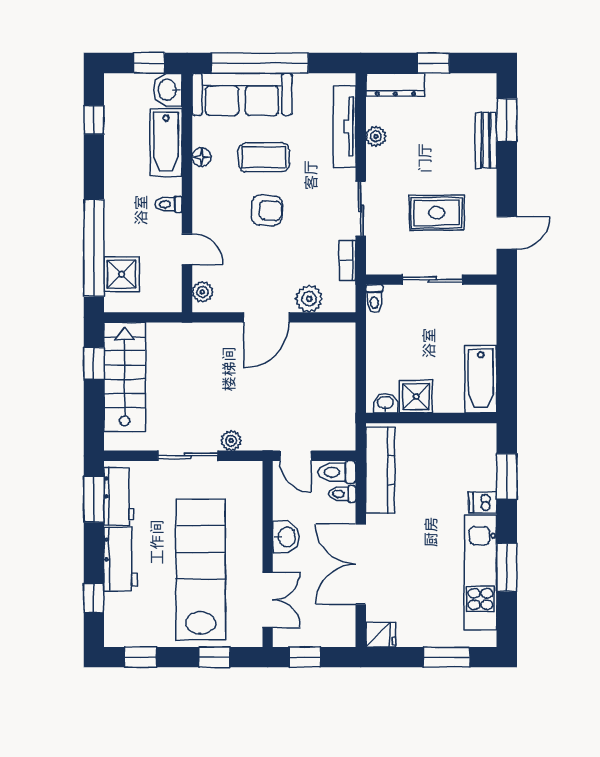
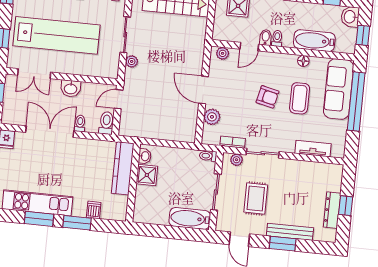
dresser: (395, 85) -> (332, 210), moved
washbasin: (168, 90) -> (350, 17), moved, turned -90
window: (507, 120) -> (283, 244), moved
tv unit: (345, 126) -> (313, 149), width x0.71
plant: (376, 136) -> (237, 160), moved
bench: (486, 140) -> (290, 232), width x1.36
armchair: (267, 210) -> (268, 97), turned -81
bidet: (169, 223) -> (266, 37), added
bathtub: (481, 379) -> (190, 218), moved
kitchen counter: (380, 470) -> (123, 168), moved, turned 90
window: (507, 477) -> (77, 223), moved
toilet: (342, 494) -> (80, 123), moved
dishwasher: (483, 502) -> (94, 210), moved

